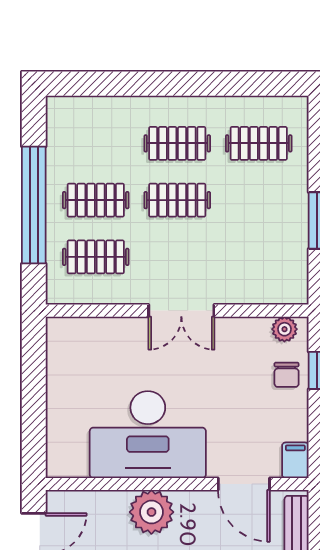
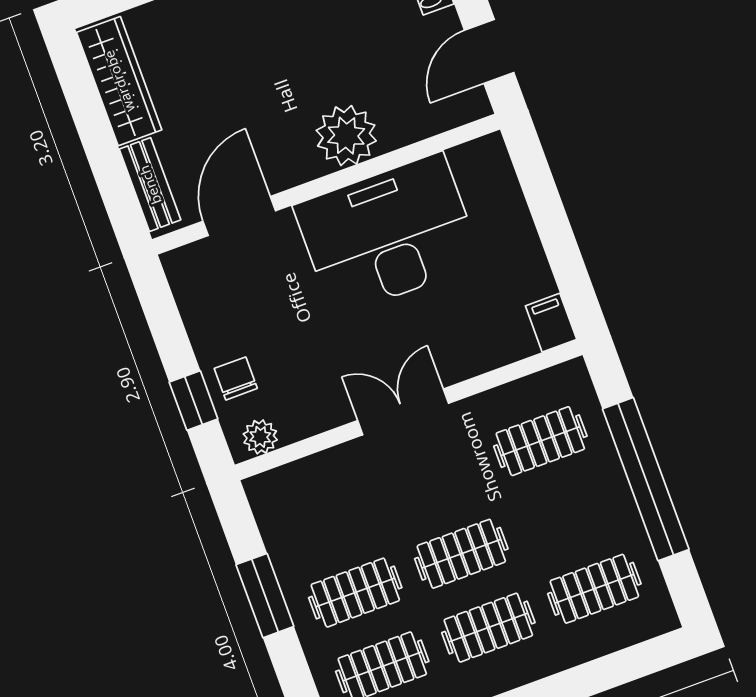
clothes rail: (96, 200) -> (594, 589), moved
clothes rail: (259, 200) -> (355, 593), added
filing cabinet: (295, 460) -> (551, 323), moved, turned 180
door: (244, 484) -> (239, 216), hinge flipped

